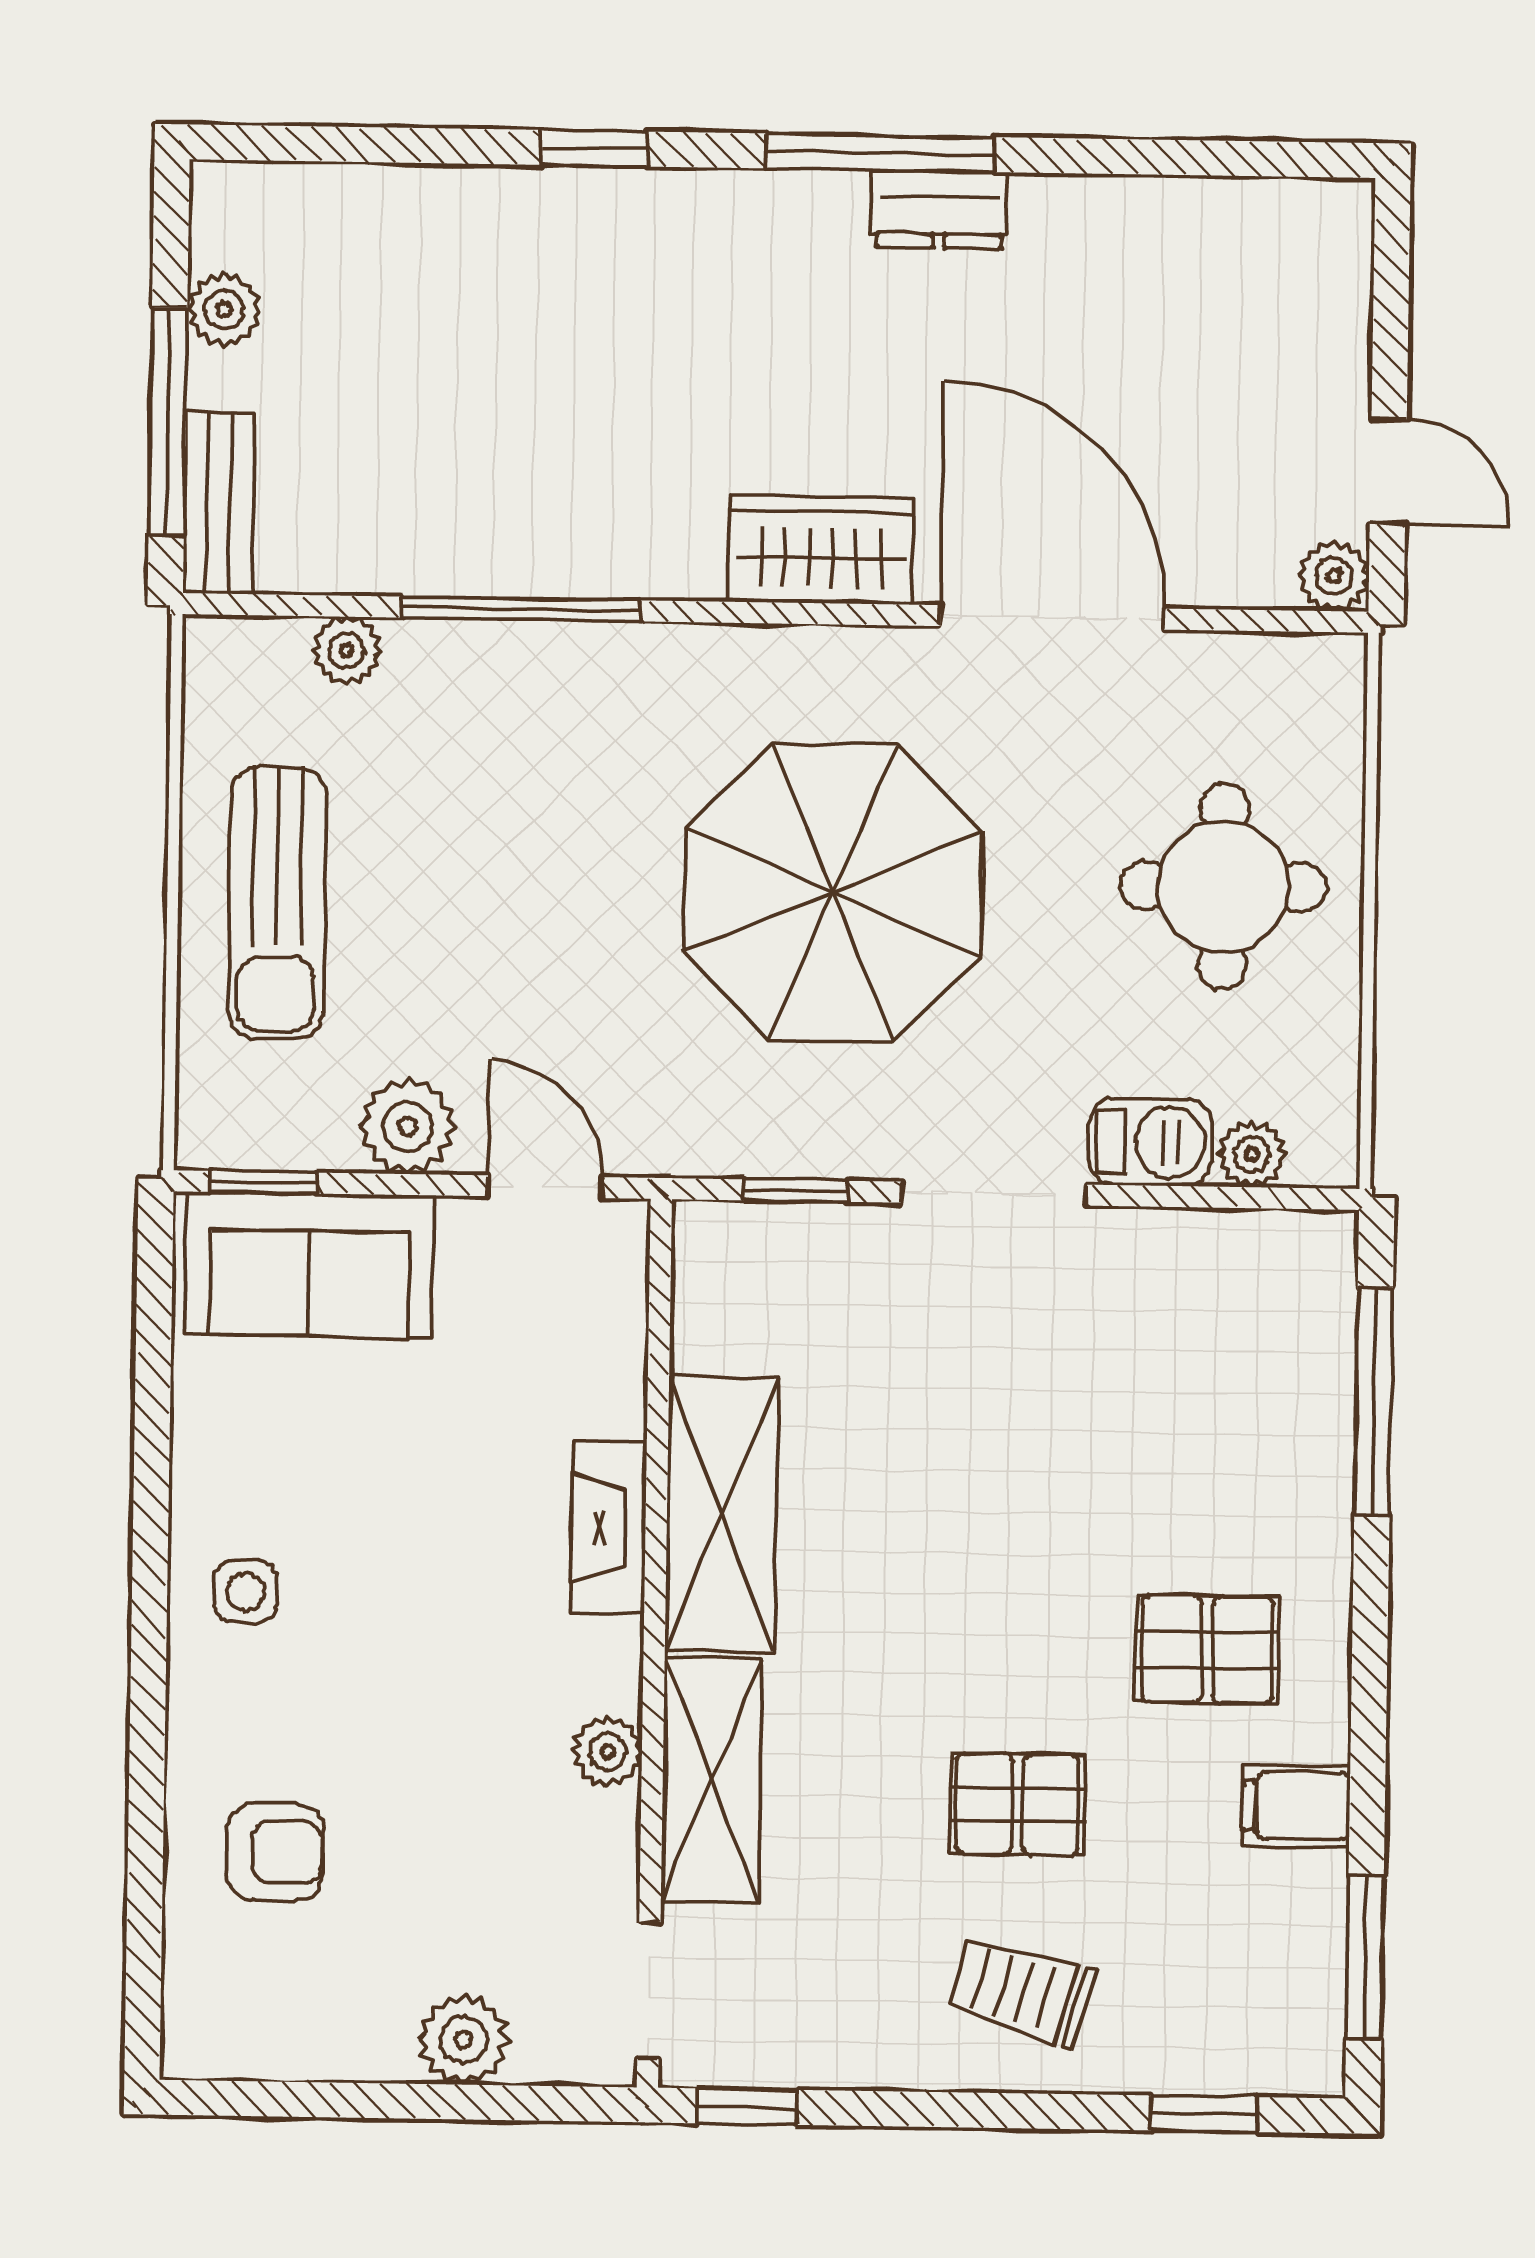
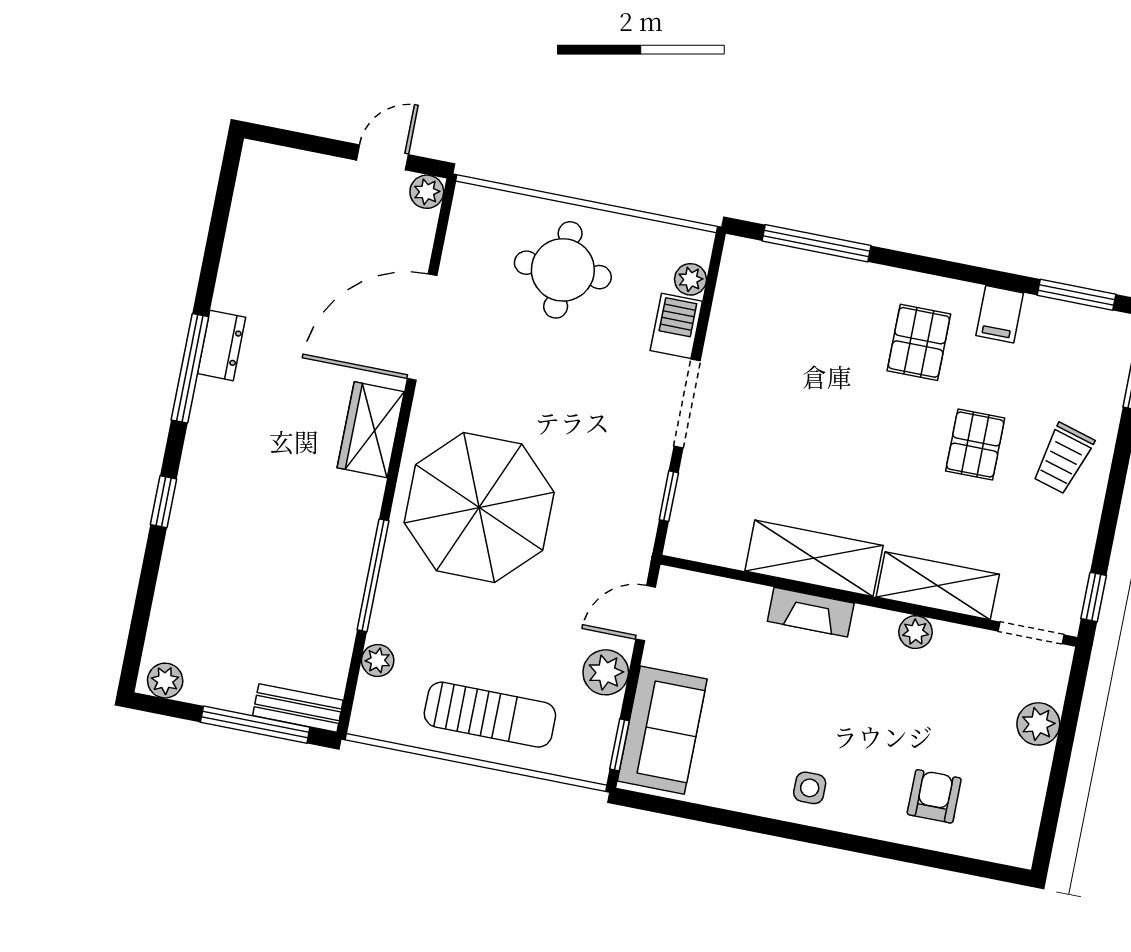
plant: (224, 310) -> (165, 681), moved
parasol: (833, 892) -> (479, 507), moved

